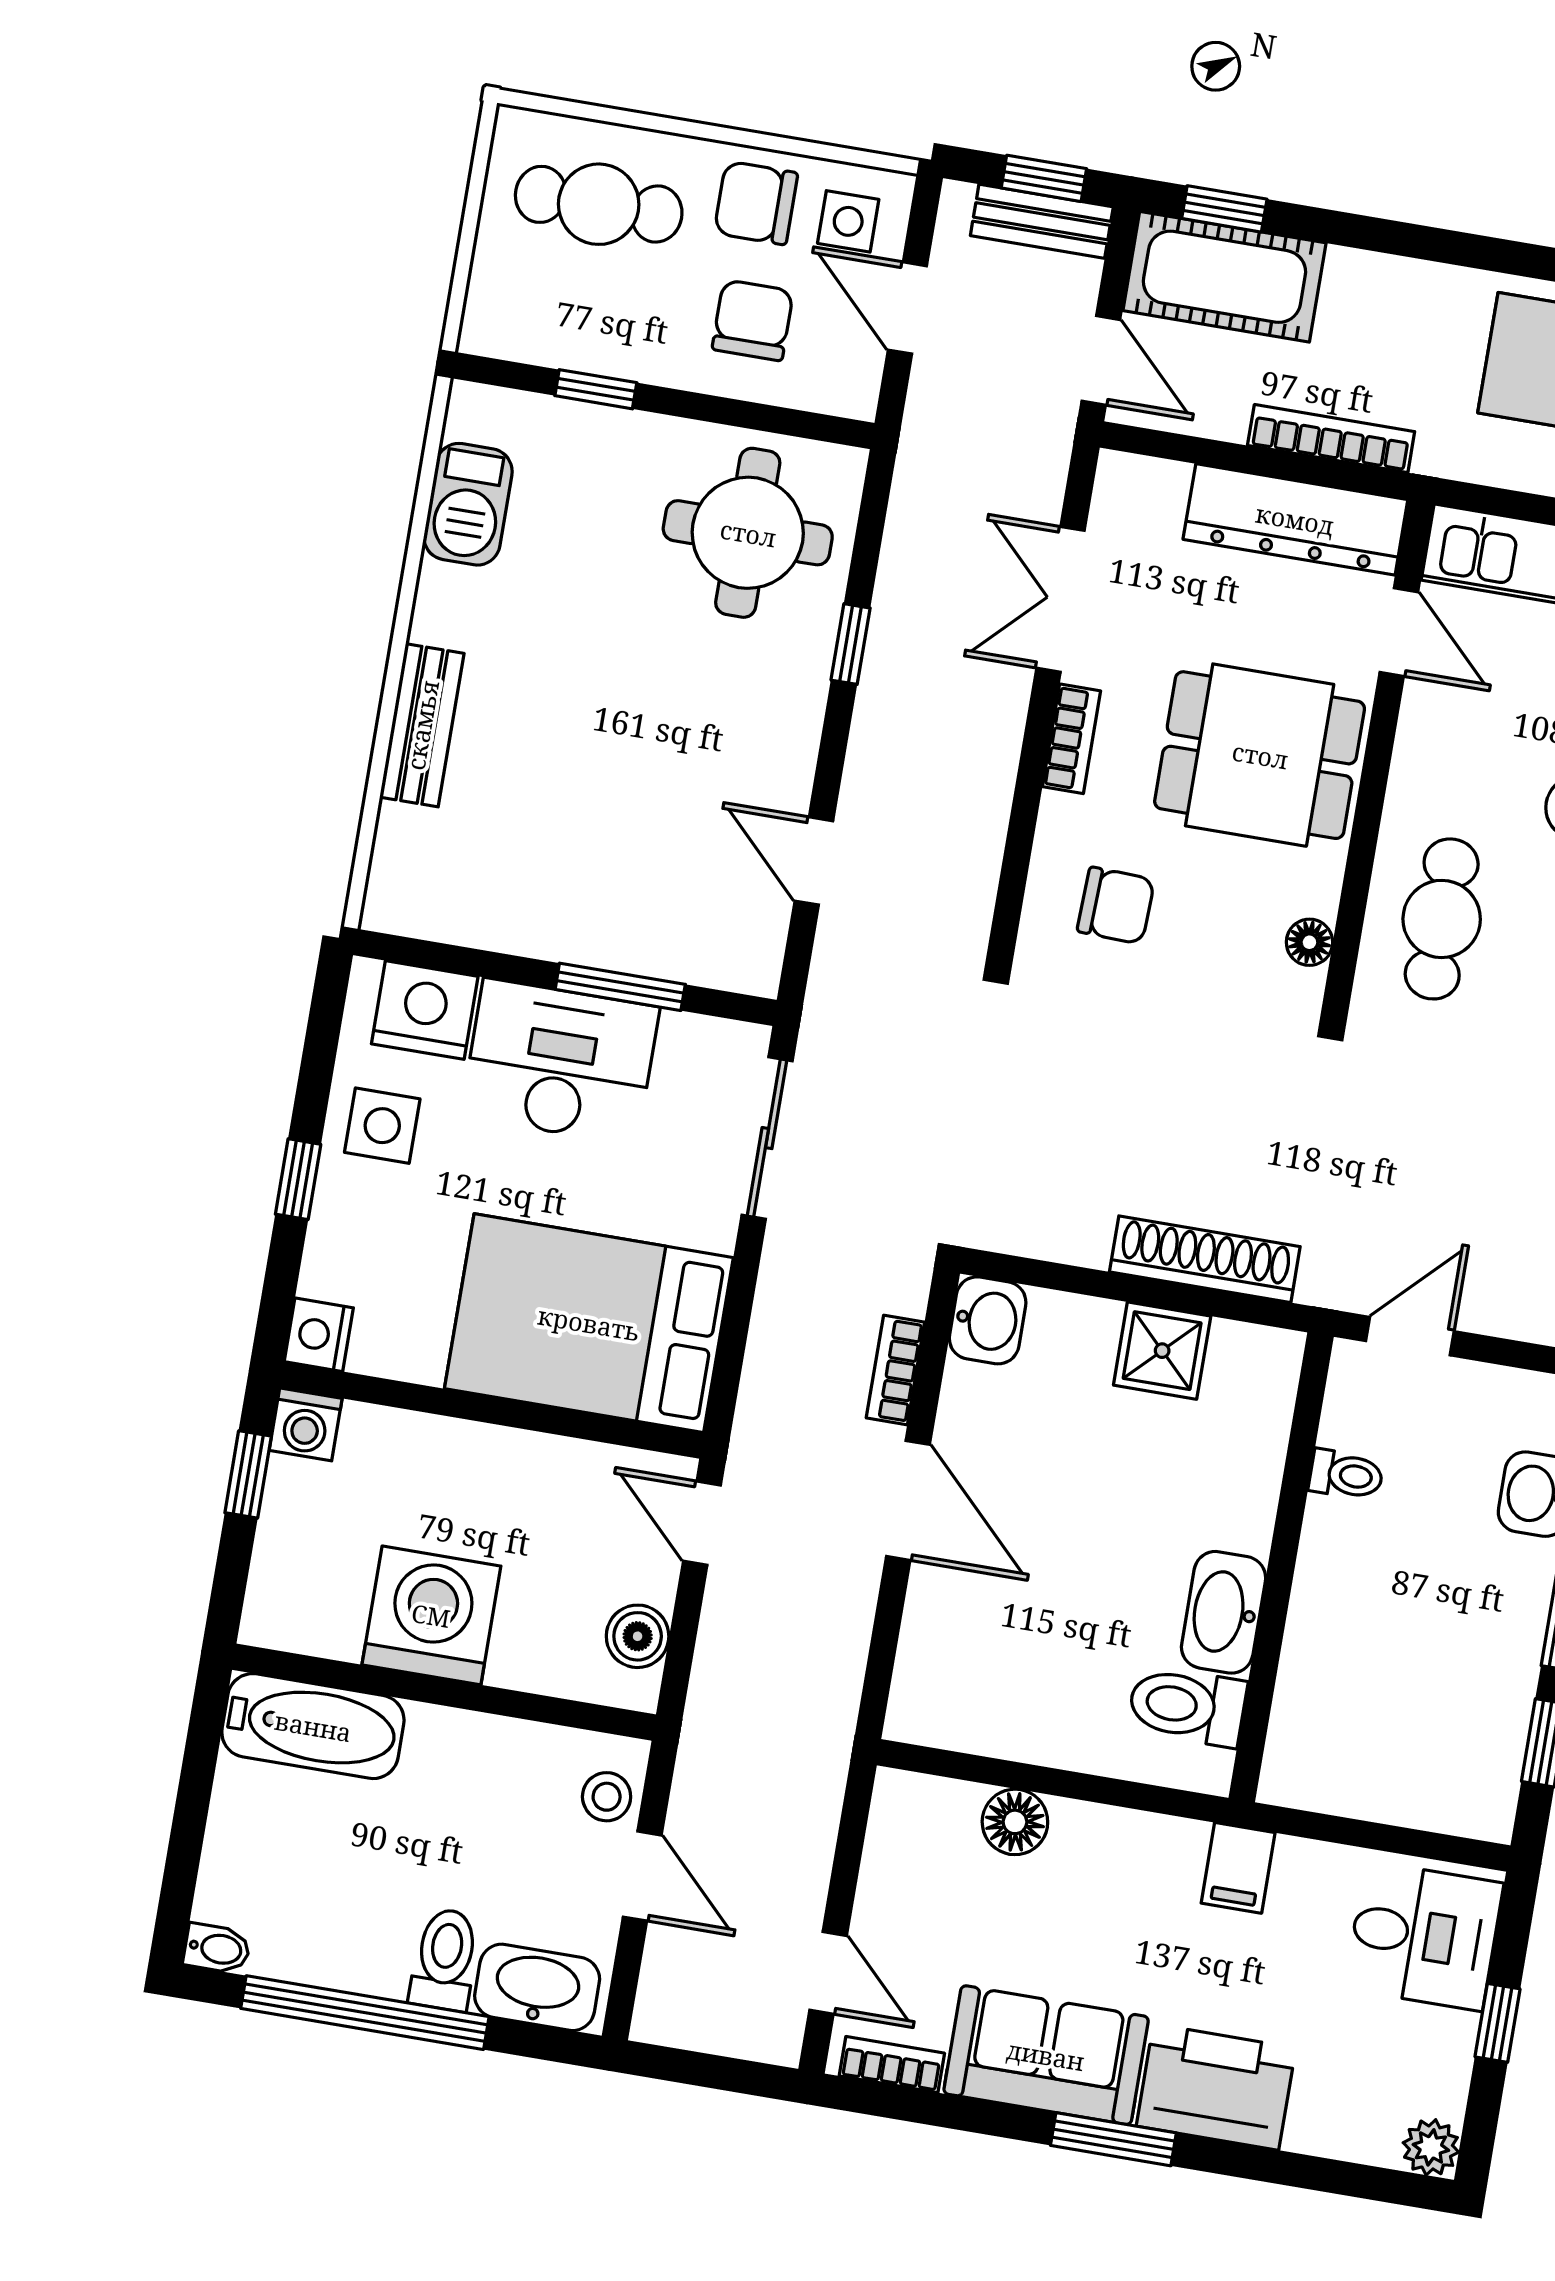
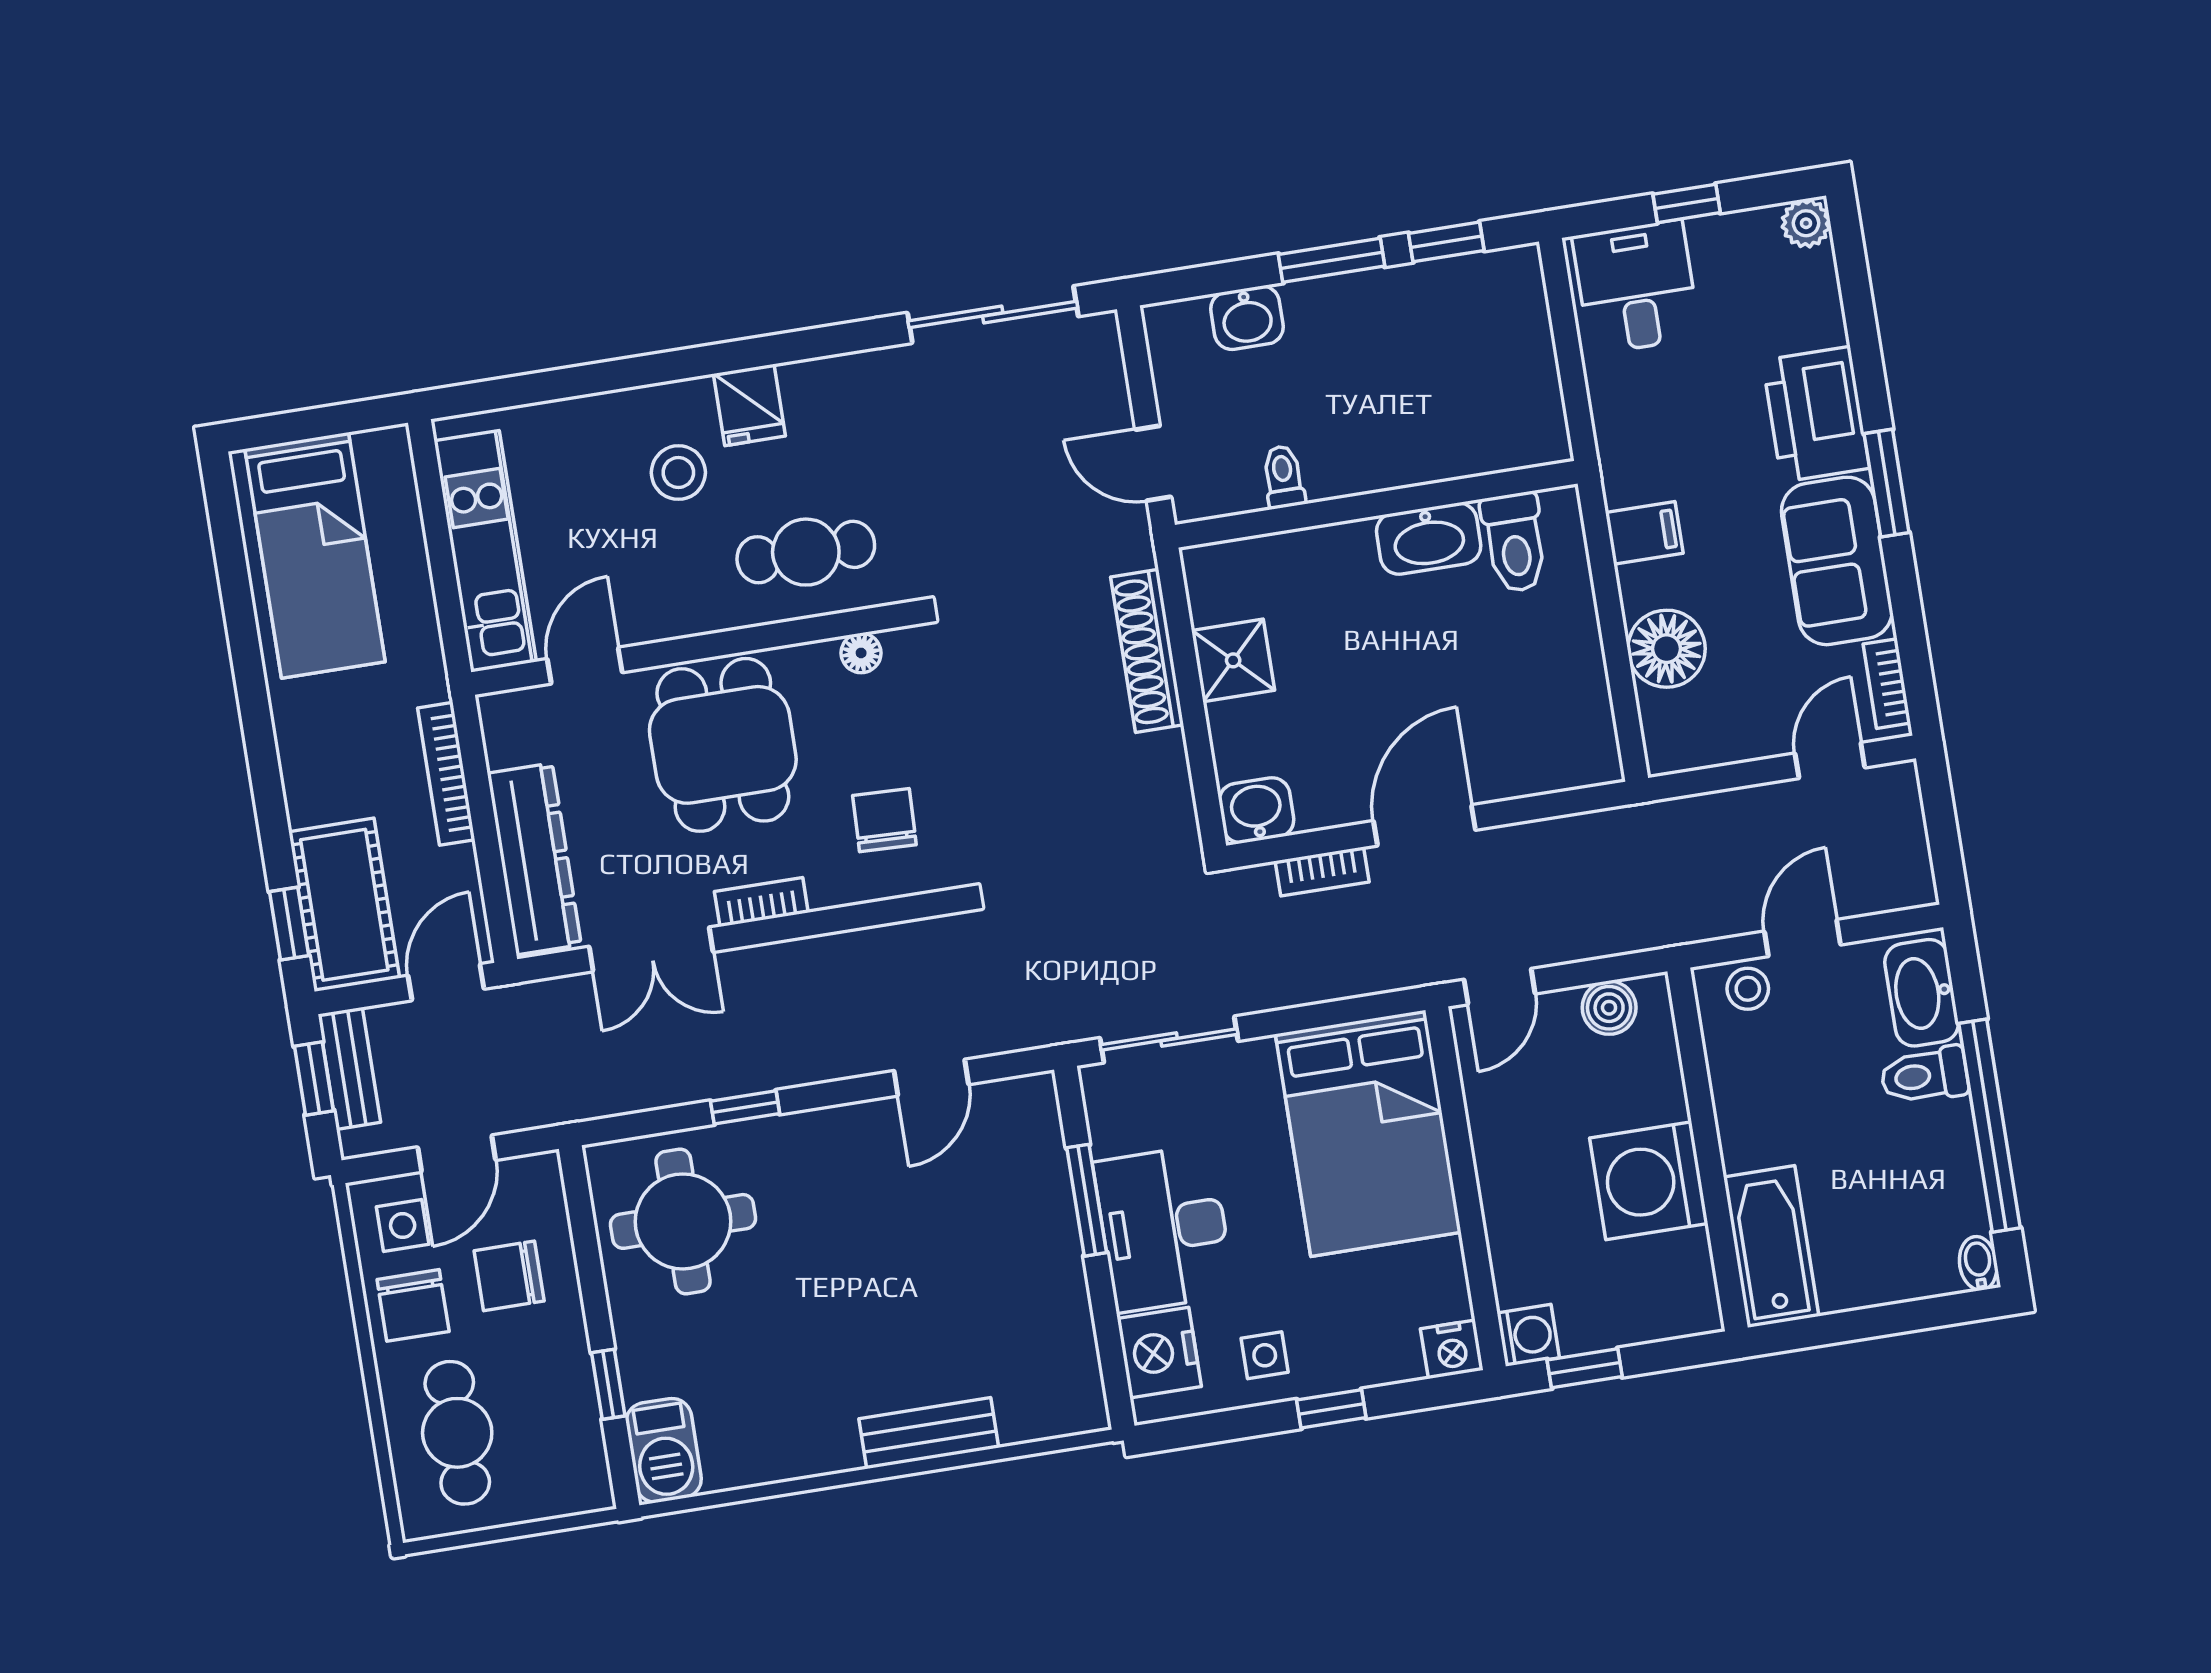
barbecue: (468, 504) -> (664, 1450), moved, turned 90
dresser: (1295, 519) -> (534, 859), moved
side table: (382, 1126) -> (1265, 1355), width x0.73, depth x0.73
floor lamp: (1015, 1822) -> (1667, 649), width x1.38, depth x1.38
filing cabinet: (1238, 1868) -> (1644, 533), moved

